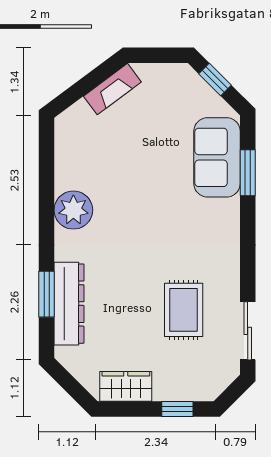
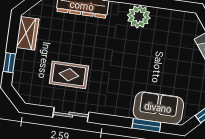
sliding door: (248, 331) -> (71, 115), moved

